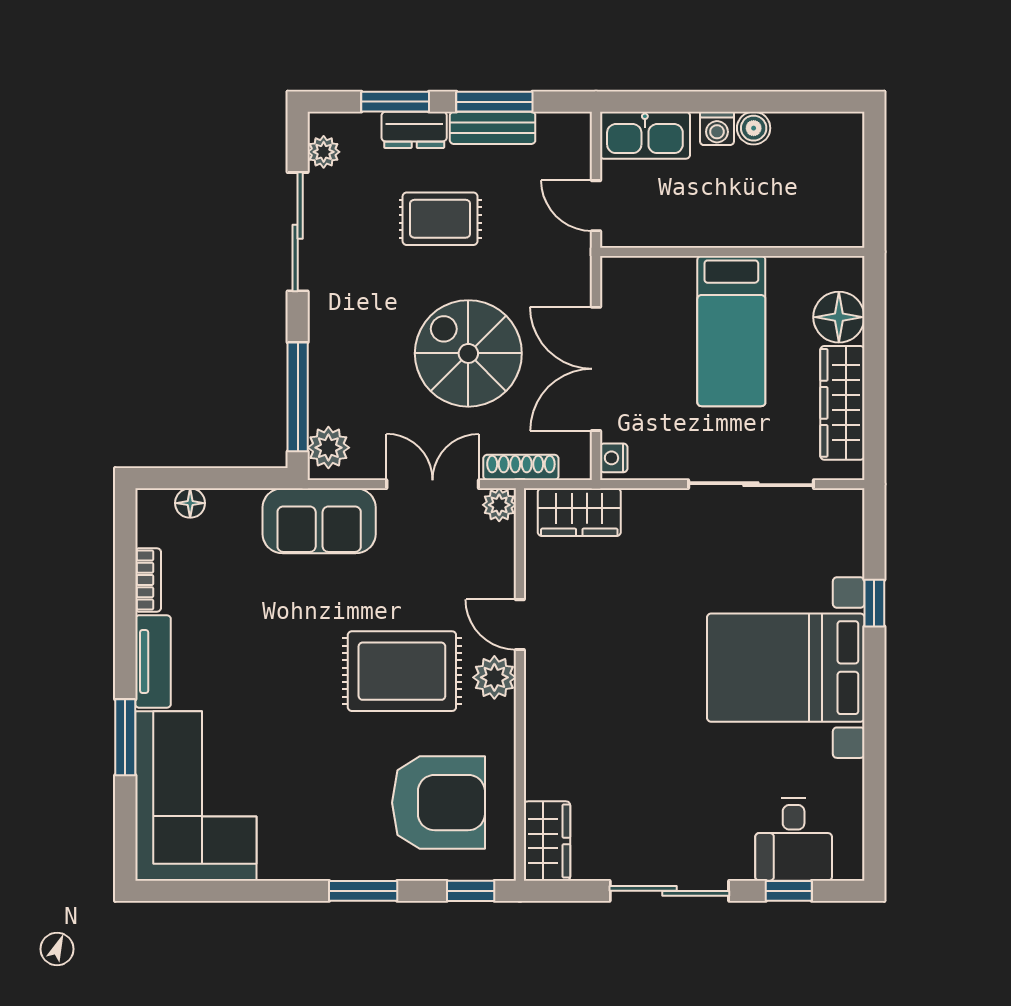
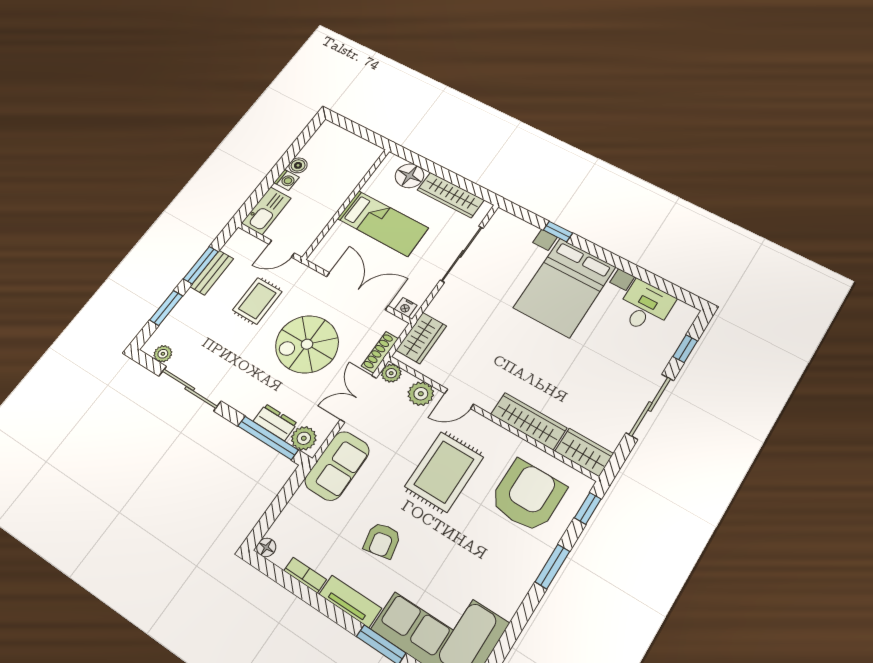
dresser: (414, 130) -> (275, 422), moved, turned -90
rug: (440, 219) -> (257, 301), moved
double door: (596, 369) -> (357, 291), swing flipped
floor lamp: (190, 503) -> (266, 547), moved
armchair: (257, 650) -> (382, 540), added
plant: (494, 677) -> (421, 394), moved
wardrobe: (546, 740) -> (529, 421), added
desk: (794, 840) -> (645, 307), moved, turned -90

